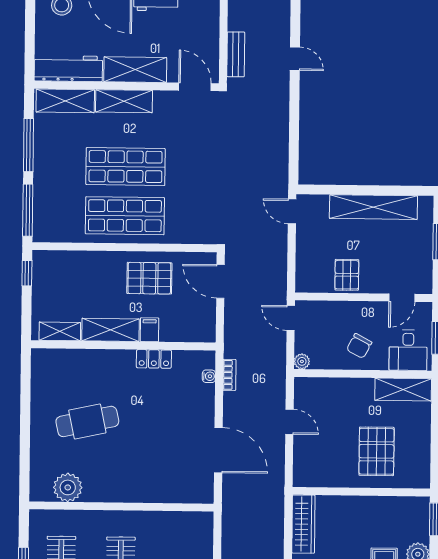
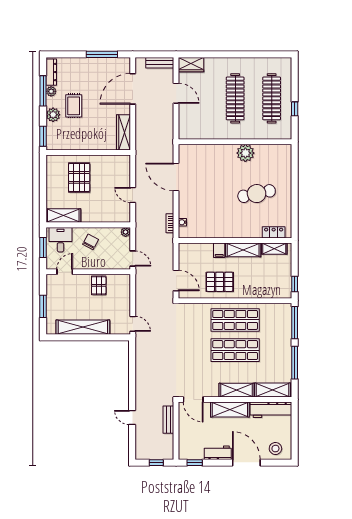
locker: (154, 359) -> (274, 232), moved
plant: (68, 487) -> (245, 153), moved

